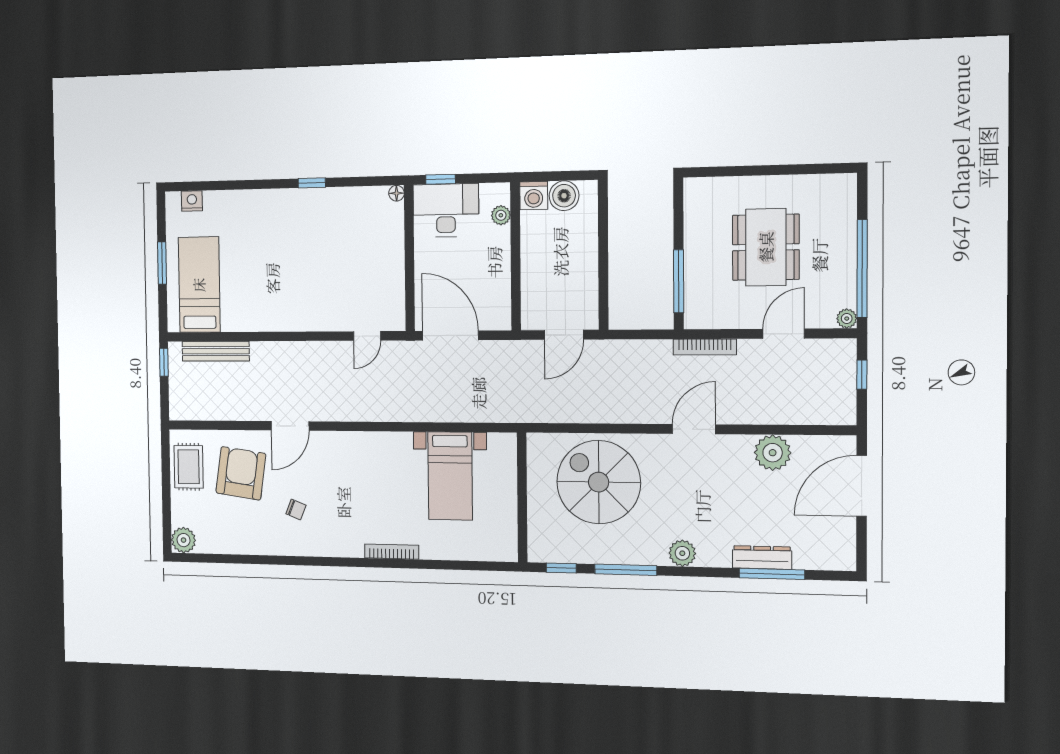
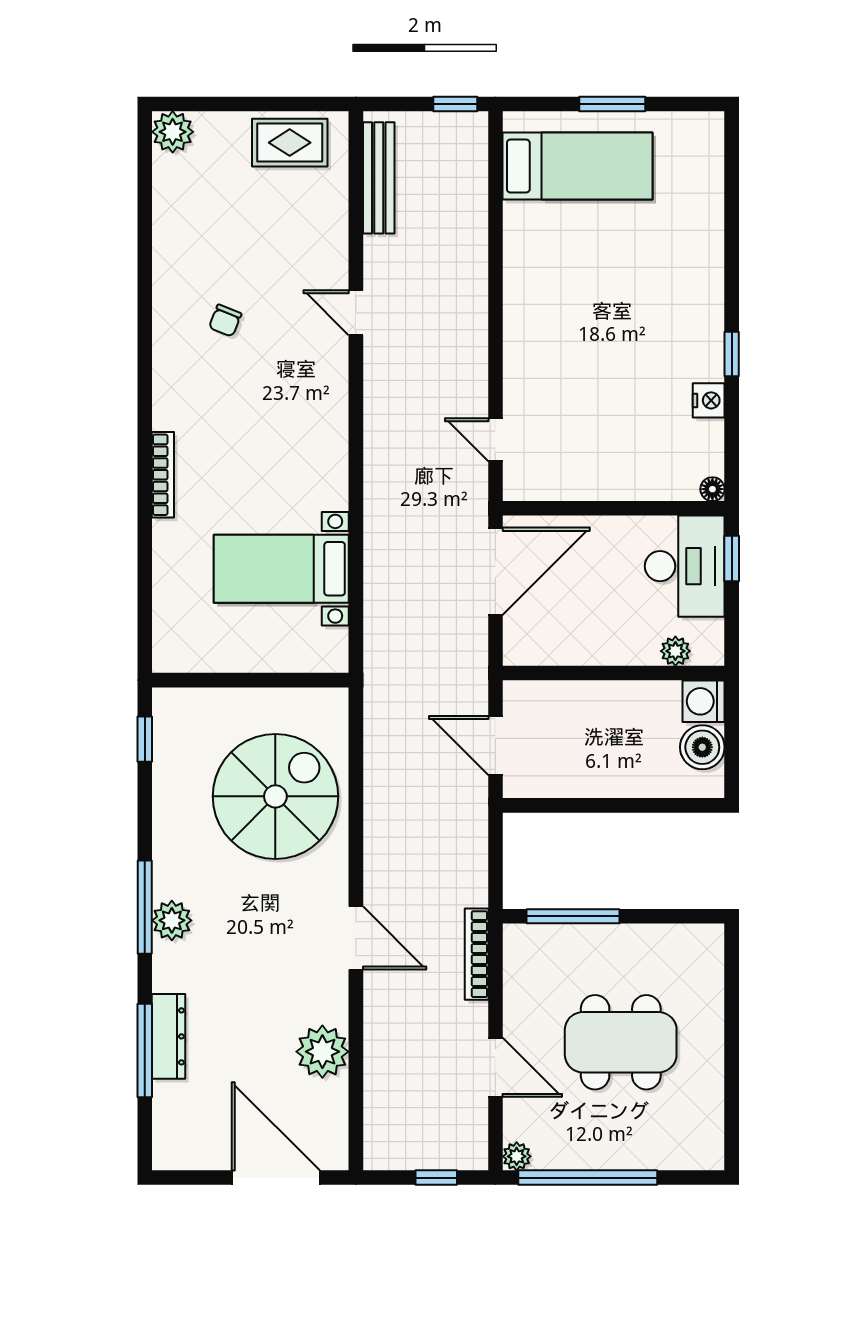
nightstand: (192, 201) -> (709, 400), moved
bench: (216, 351) -> (379, 178), moved
door: (290, 426) -> (356, 313), width x0.73
armchair: (241, 473) -> (281, 230), removed
window: (626, 570) -> (145, 907), moved

